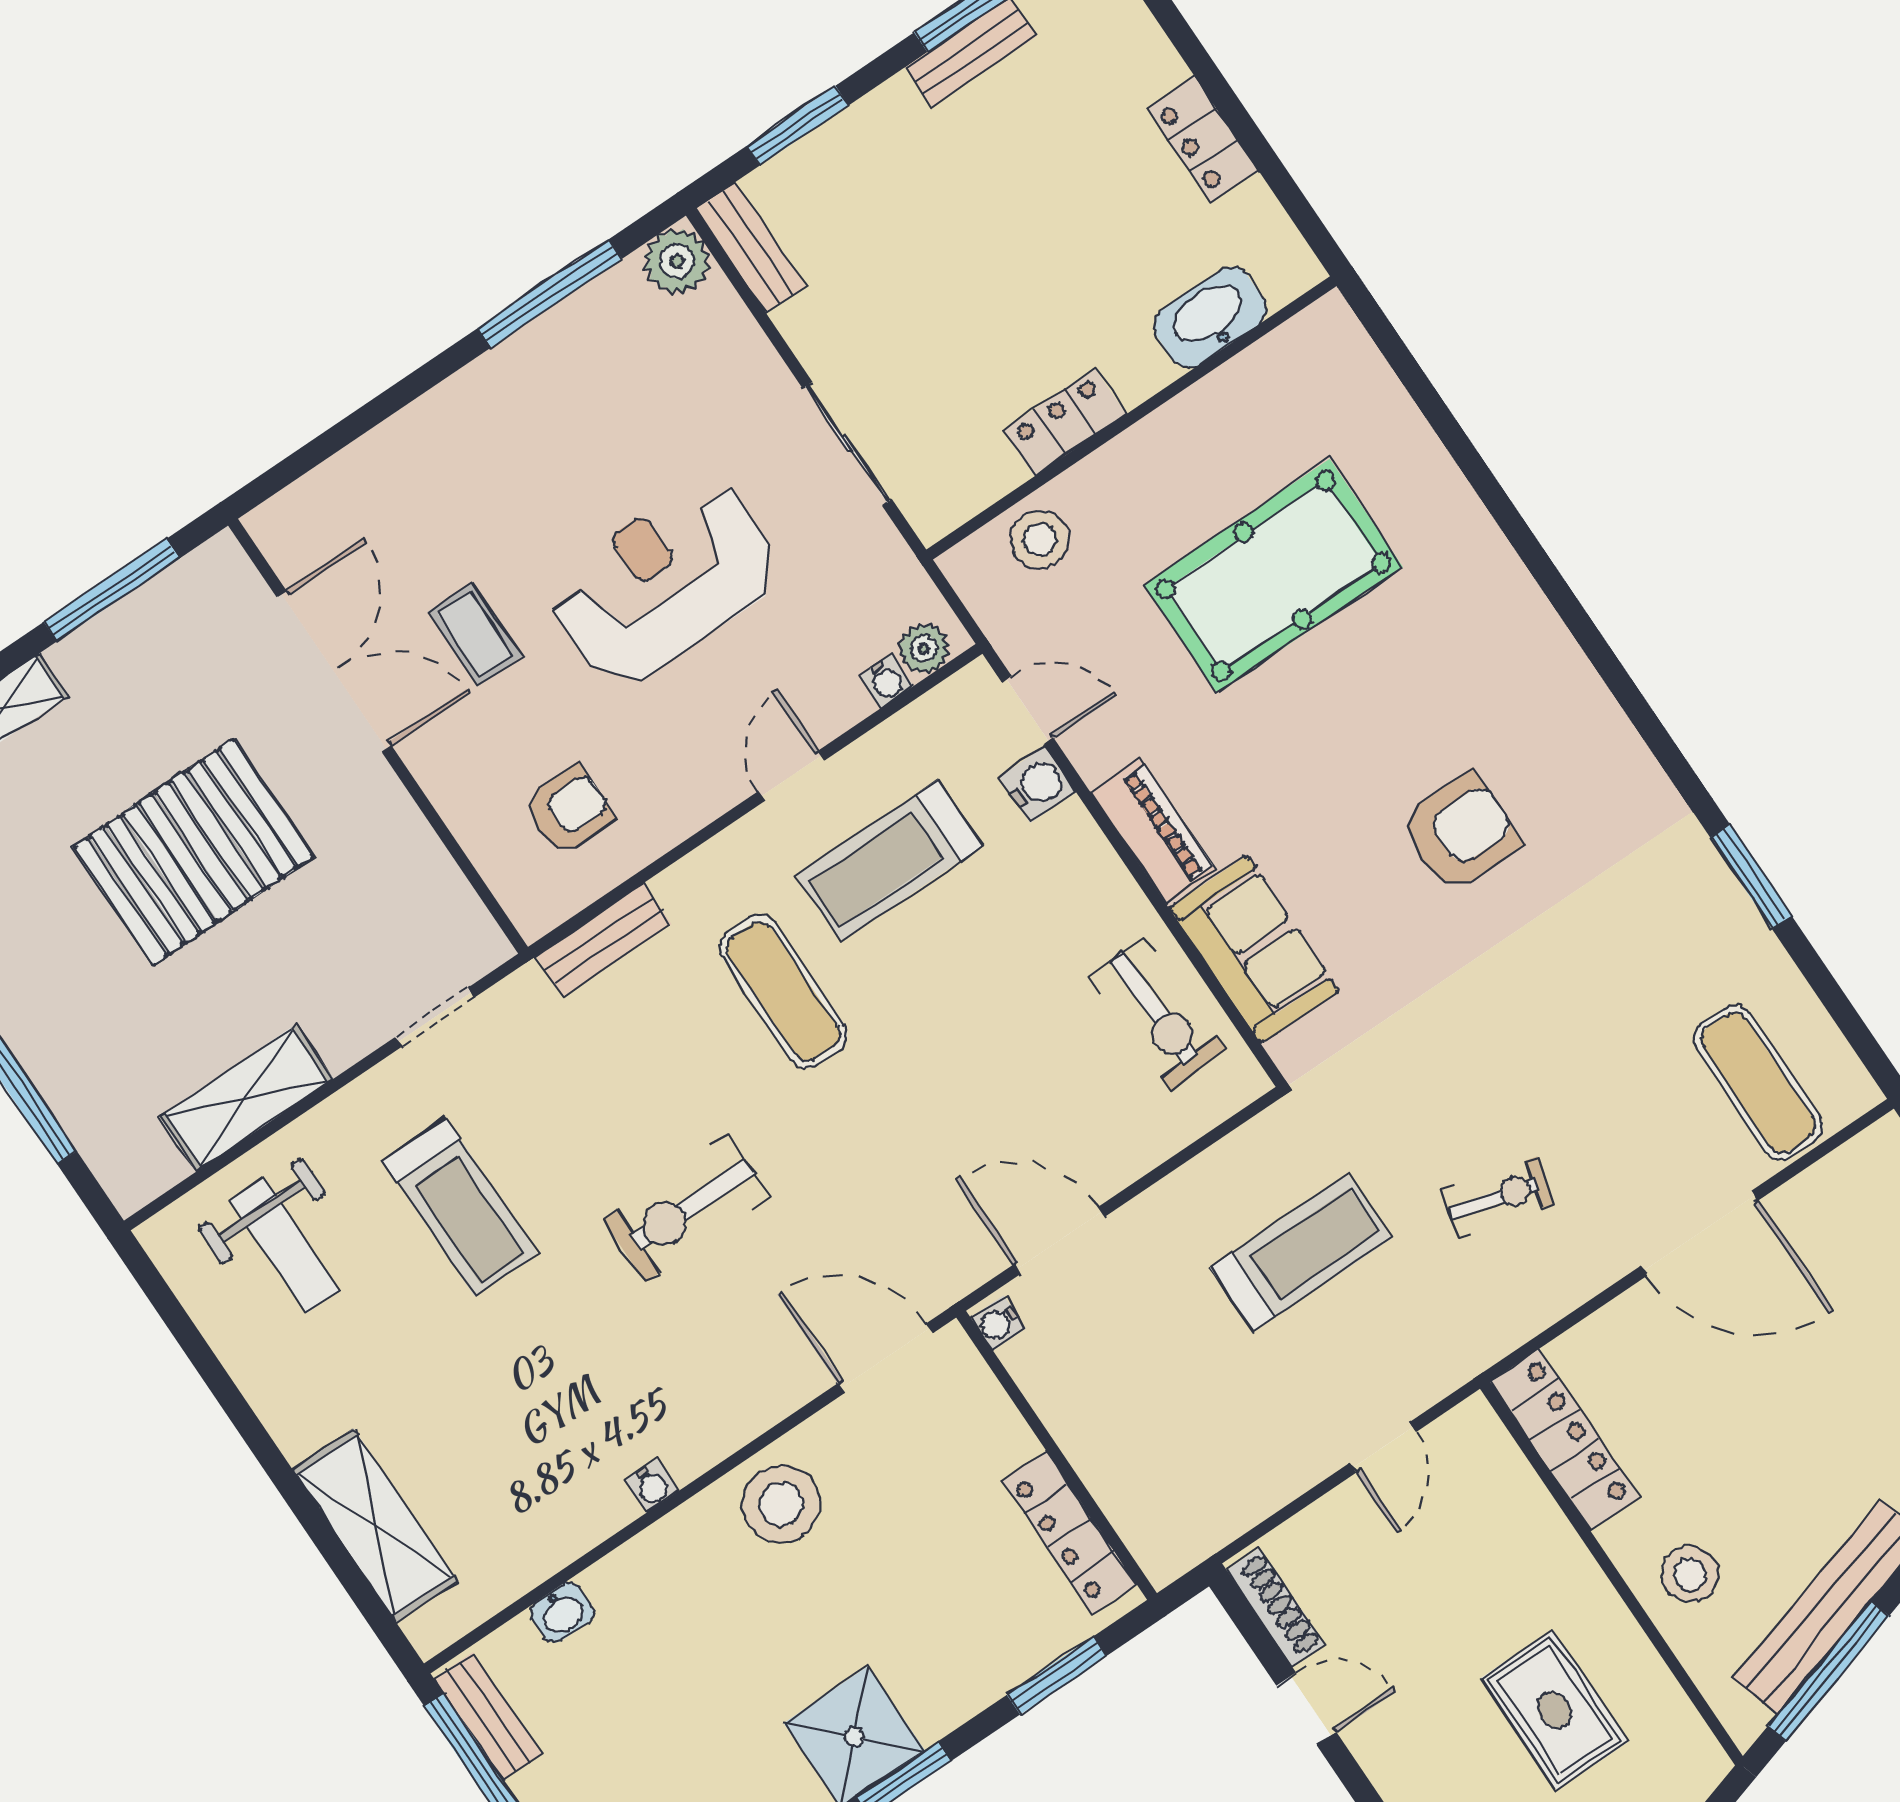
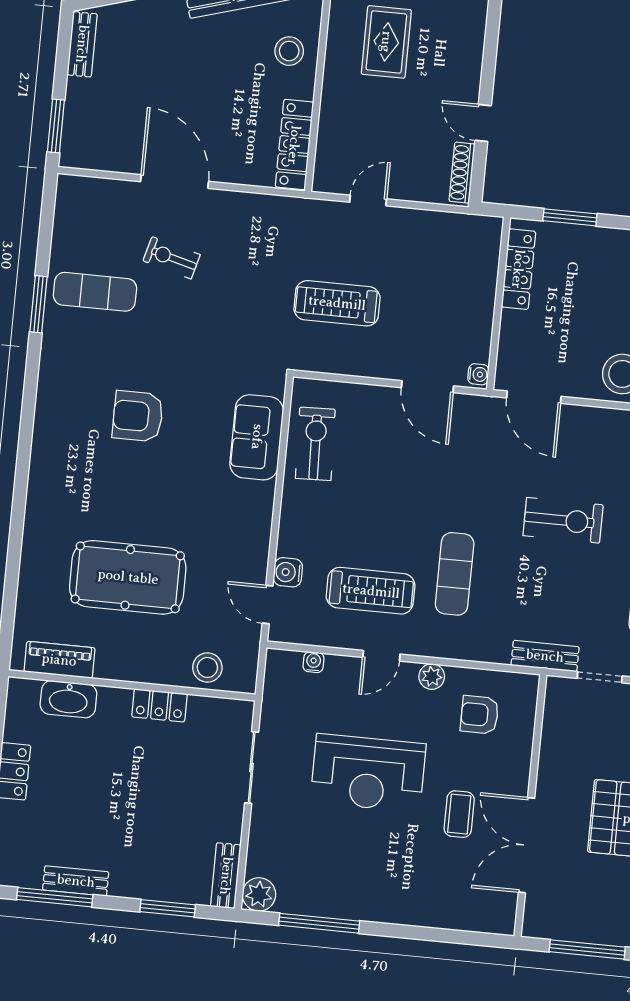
plant: (924, 649) -> (432, 677), moved
piano: (1153, 831) -> (59, 660), moved, turned 90
bench: (604, 940) -> (545, 656), moved
exercise mat: (1758, 1083) -> (95, 292), moved, turned 90
exercise bike: (1498, 1197) -> (172, 258), moved

